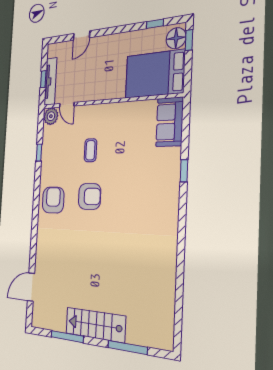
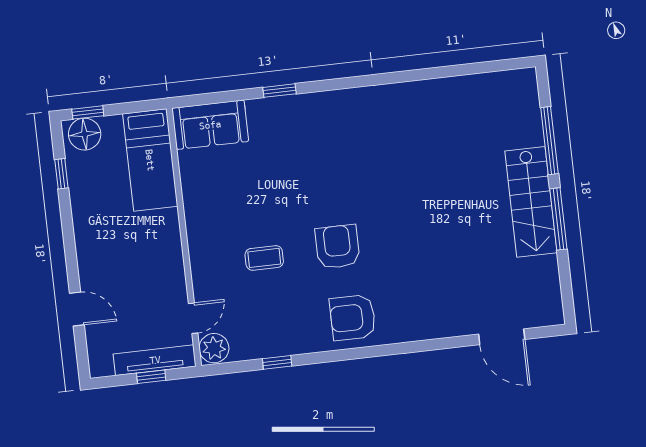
bed: (155, 74) -> (150, 160), width x0.67
window: (67, 337) -> (558, 219), moved

